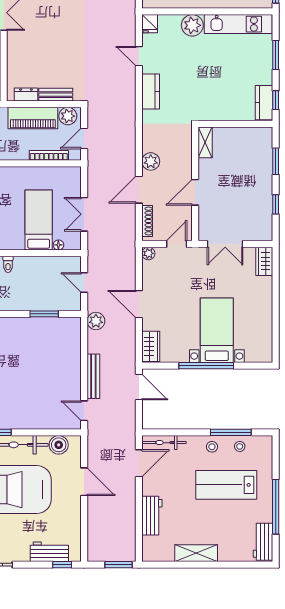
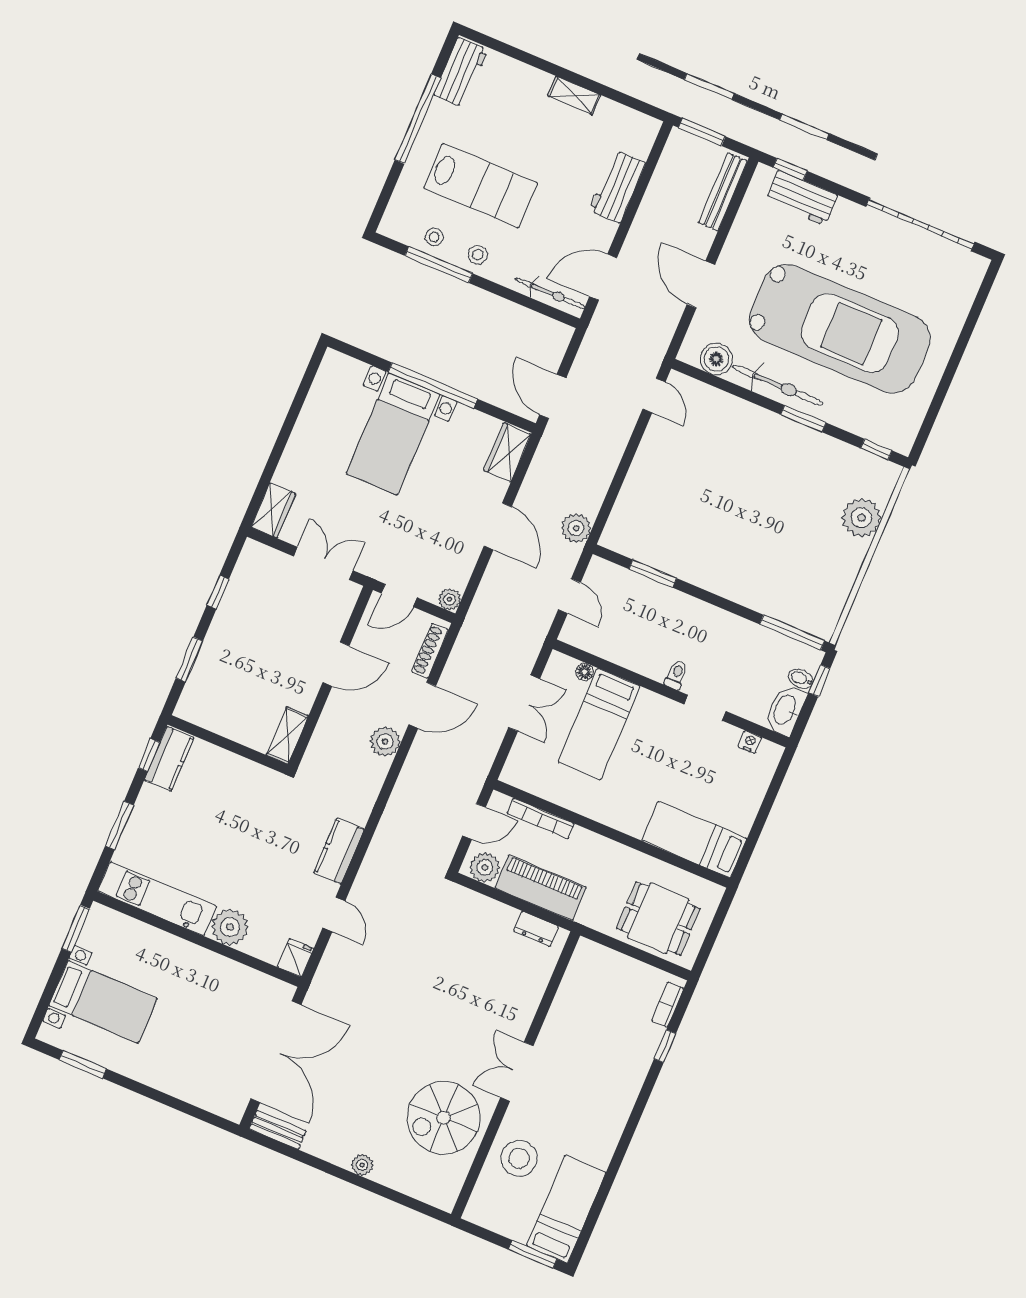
bench: (56, 95) -> (489, 909), removed
bench: (93, 376) -> (723, 192), moved
shelving: (196, 553) -> (574, 95), width x0.67, depth x0.75

